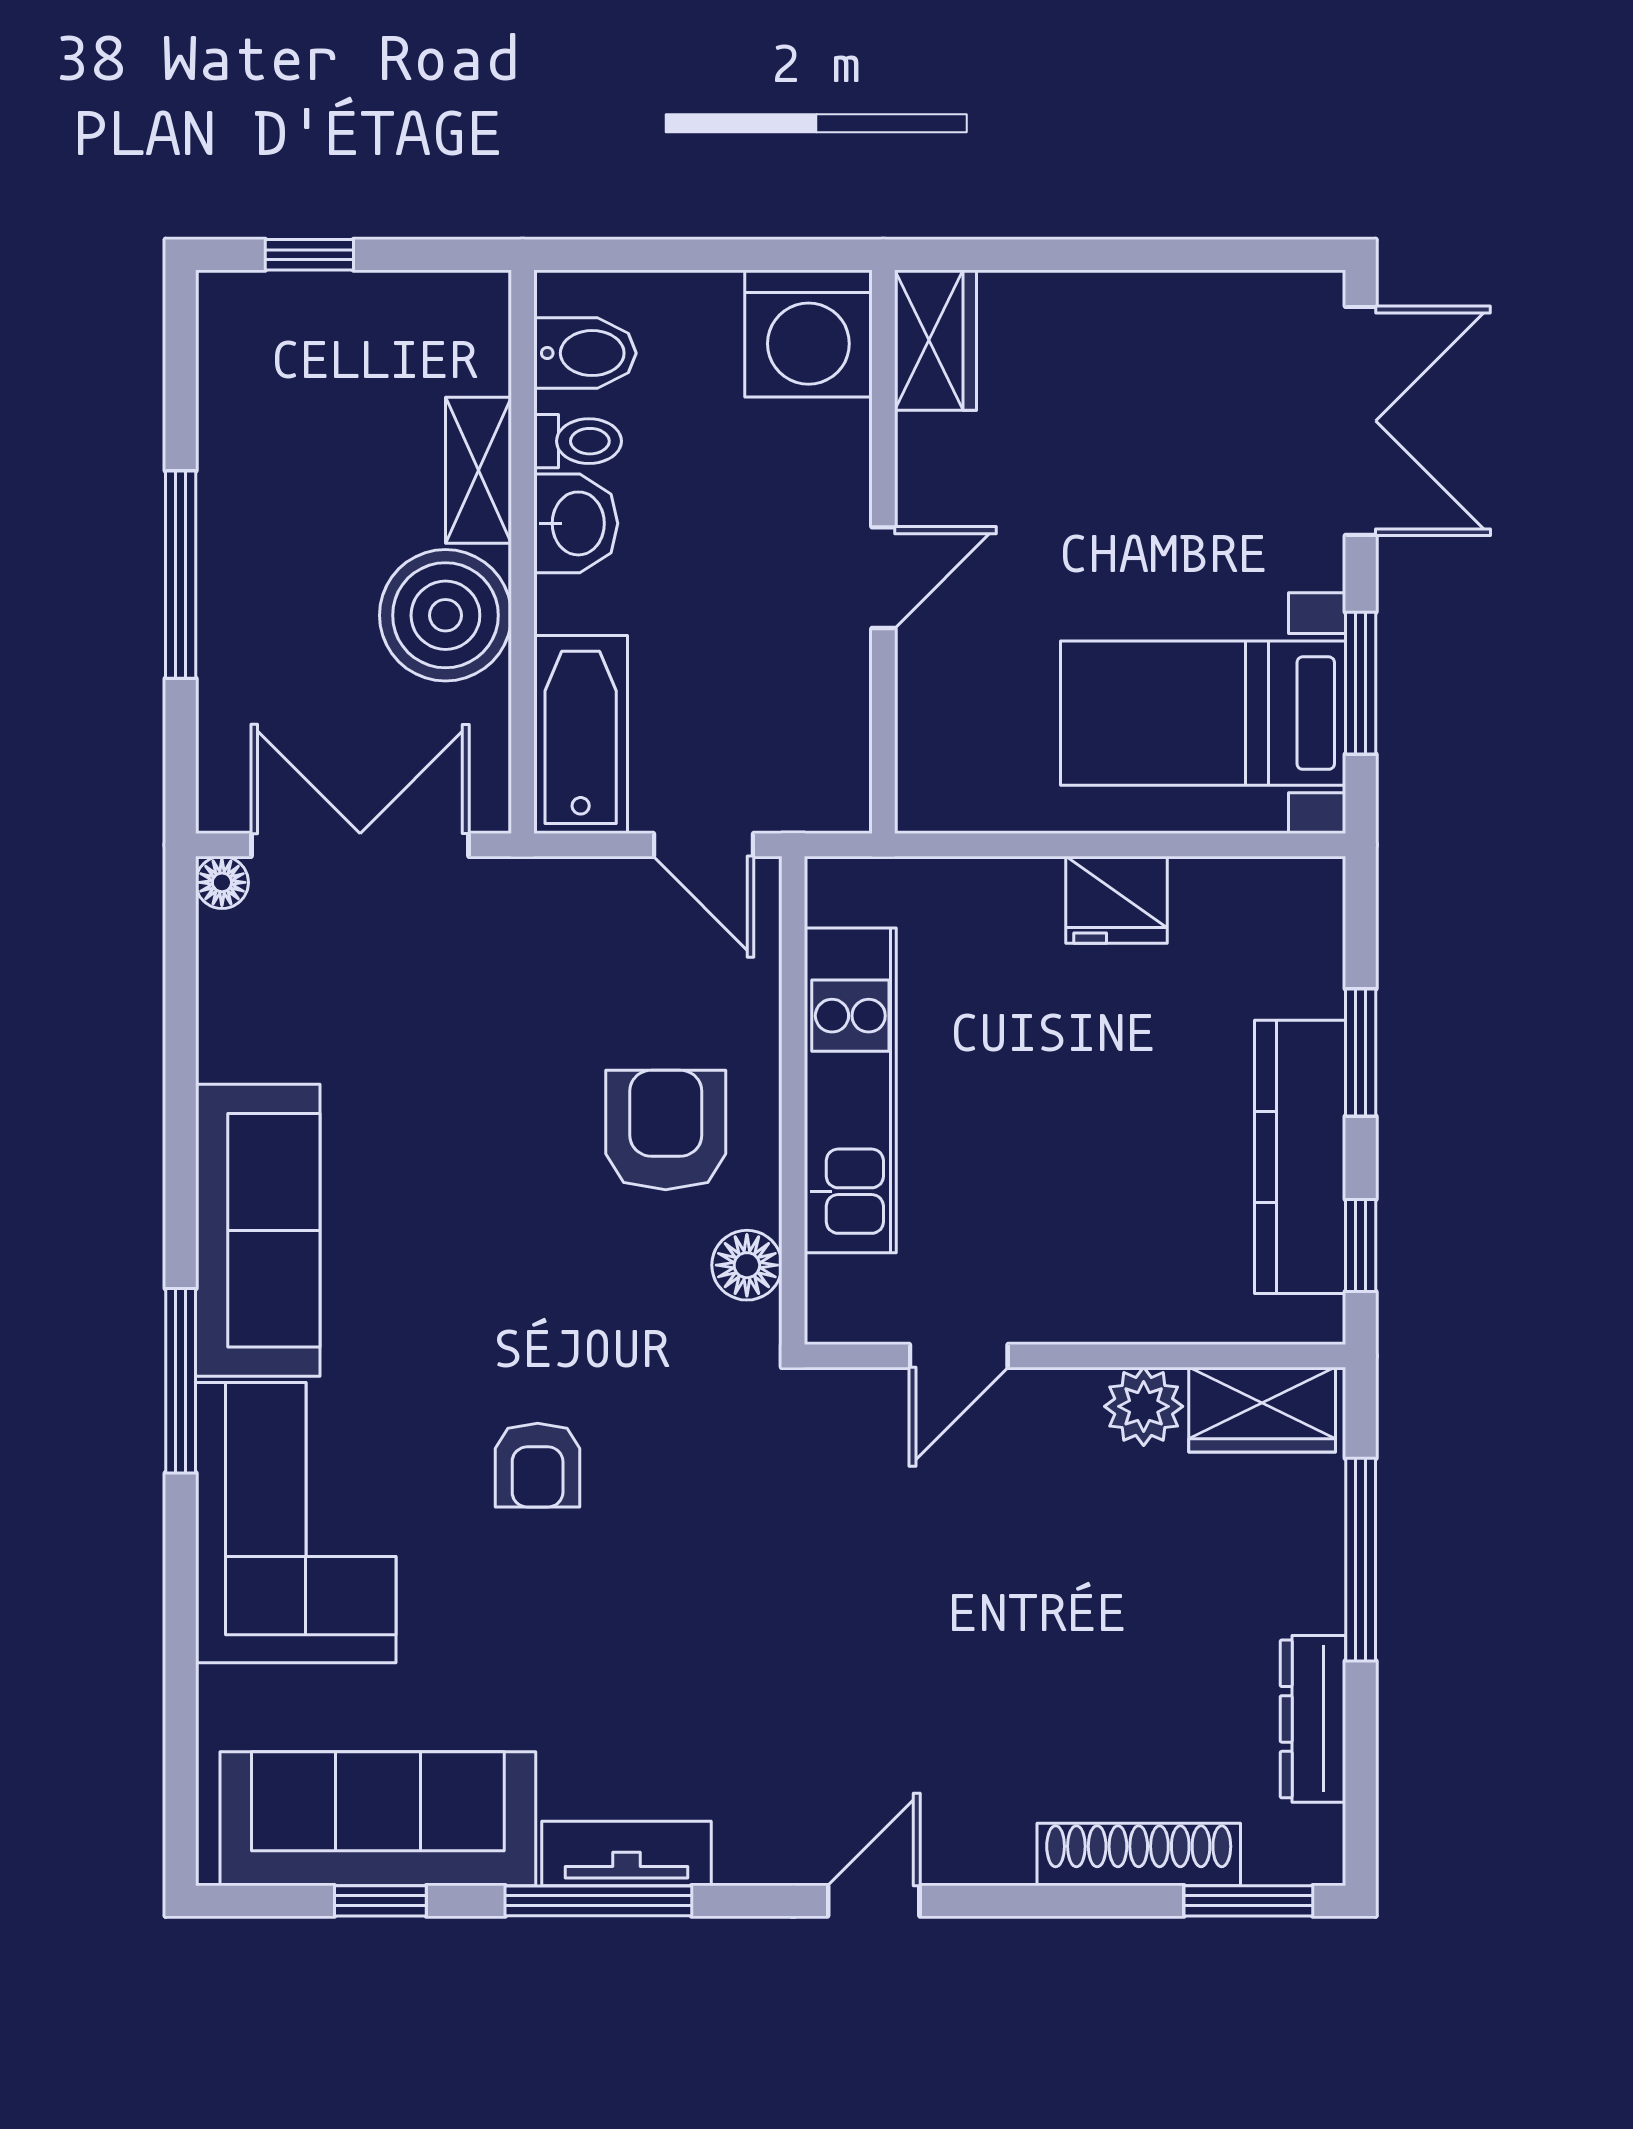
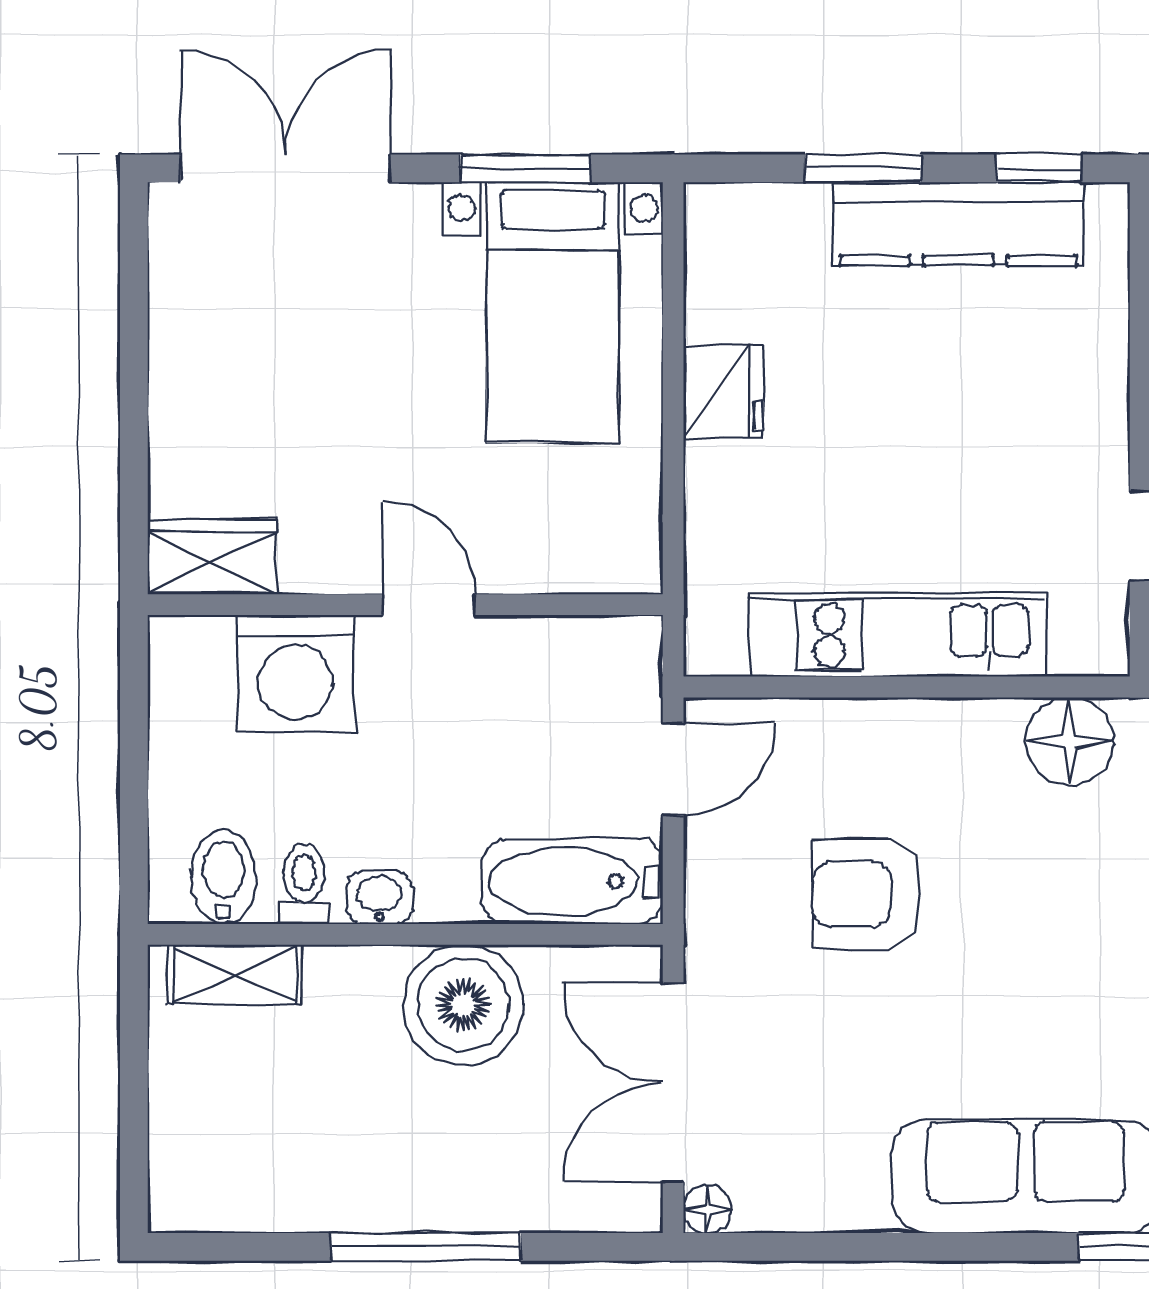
window: (309, 255) -> (134, 1129), removed
washing machine: (808, 333) -> (296, 673), moved, turned 90
shelving: (478, 470) -> (235, 975), moved
washbasin: (576, 523) -> (379, 898), width x0.72, depth x0.69
armchair: (666, 1130) -> (867, 894), moved
floor lamp: (747, 1265) -> (1069, 741), width x1.38, depth x1.38

